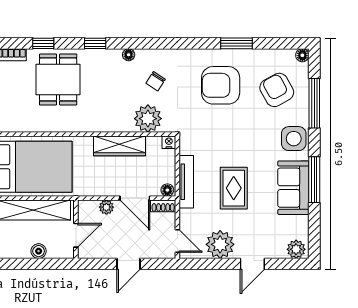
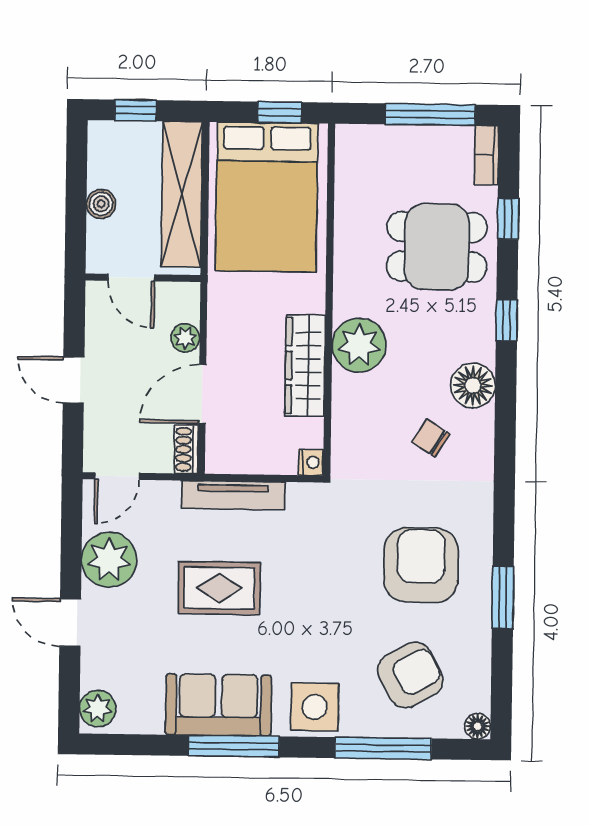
floor lamp: (129, 55) -> (473, 386), width x1.89, depth x1.89
plant: (148, 119) -> (359, 345), moved
floor lamp: (167, 190) -> (217, 458), removed

